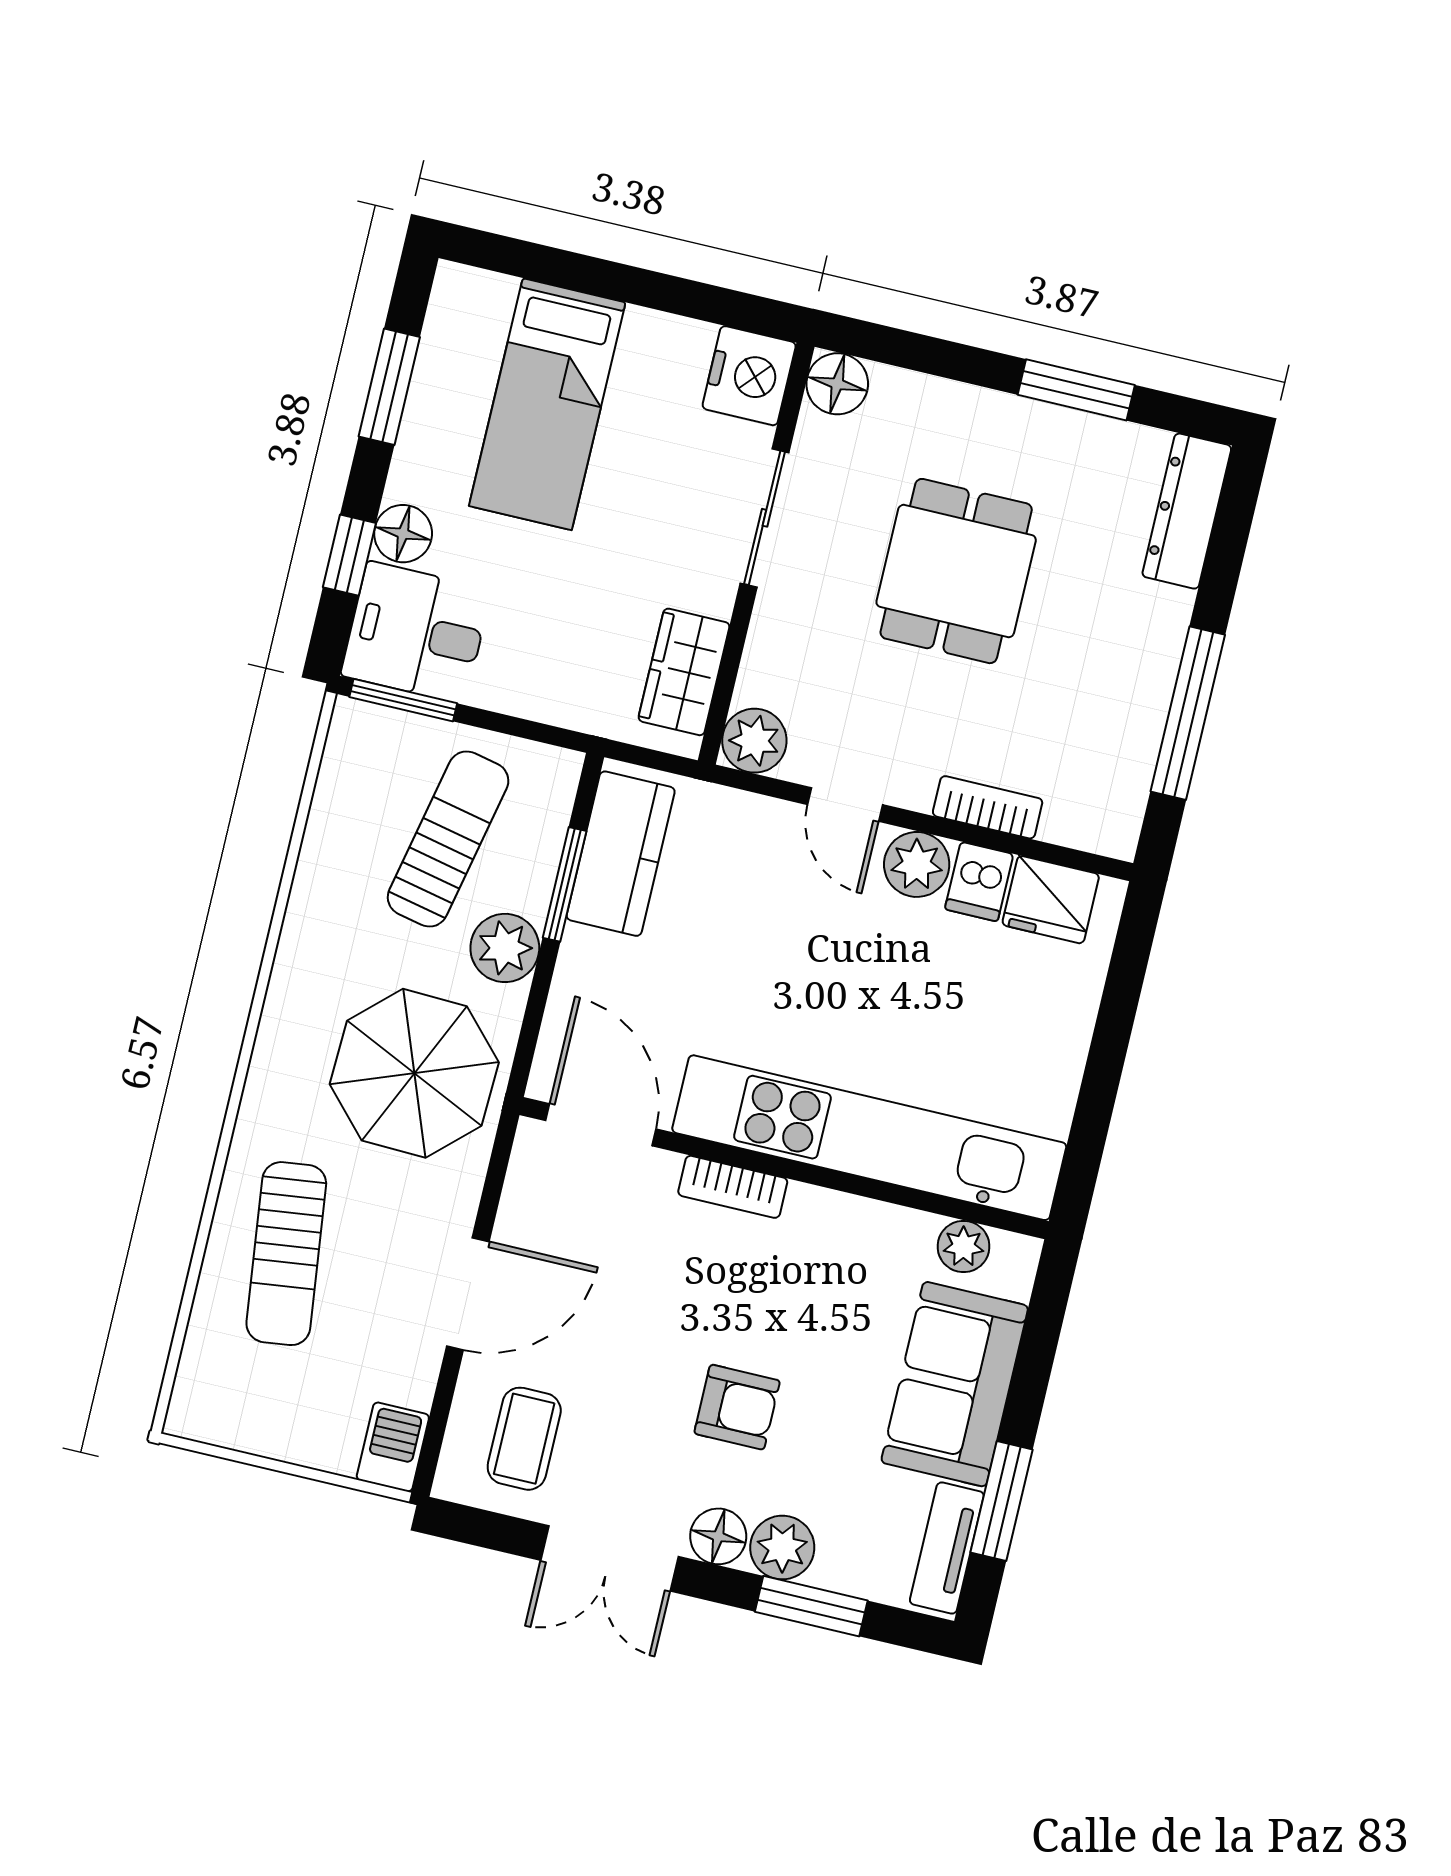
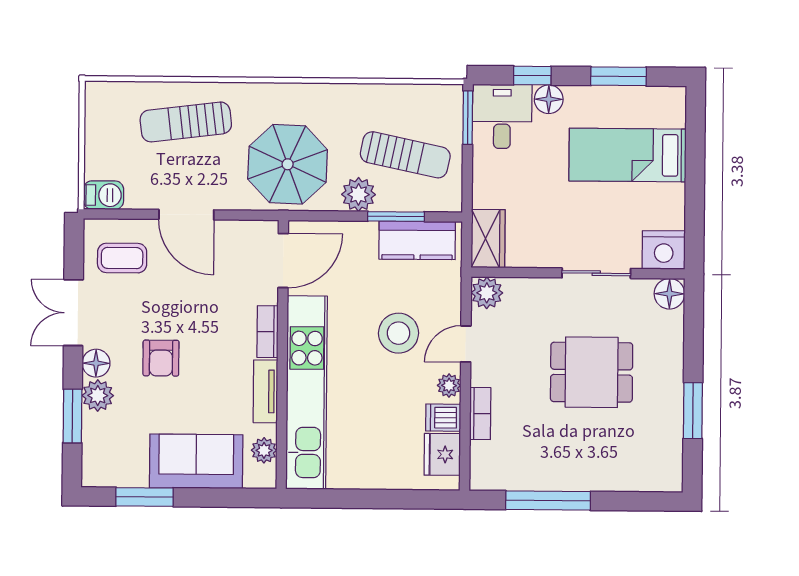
dresser: (1187, 511) -> (646, 478), removed
wardrobe: (684, 672) -> (488, 239), moved, turned 90
plant: (917, 864) -> (449, 385), width x0.73, depth x0.73
stool: (794, 931) -> (399, 333), added
tv unit: (947, 1548) -> (265, 391), moved, turned -90

